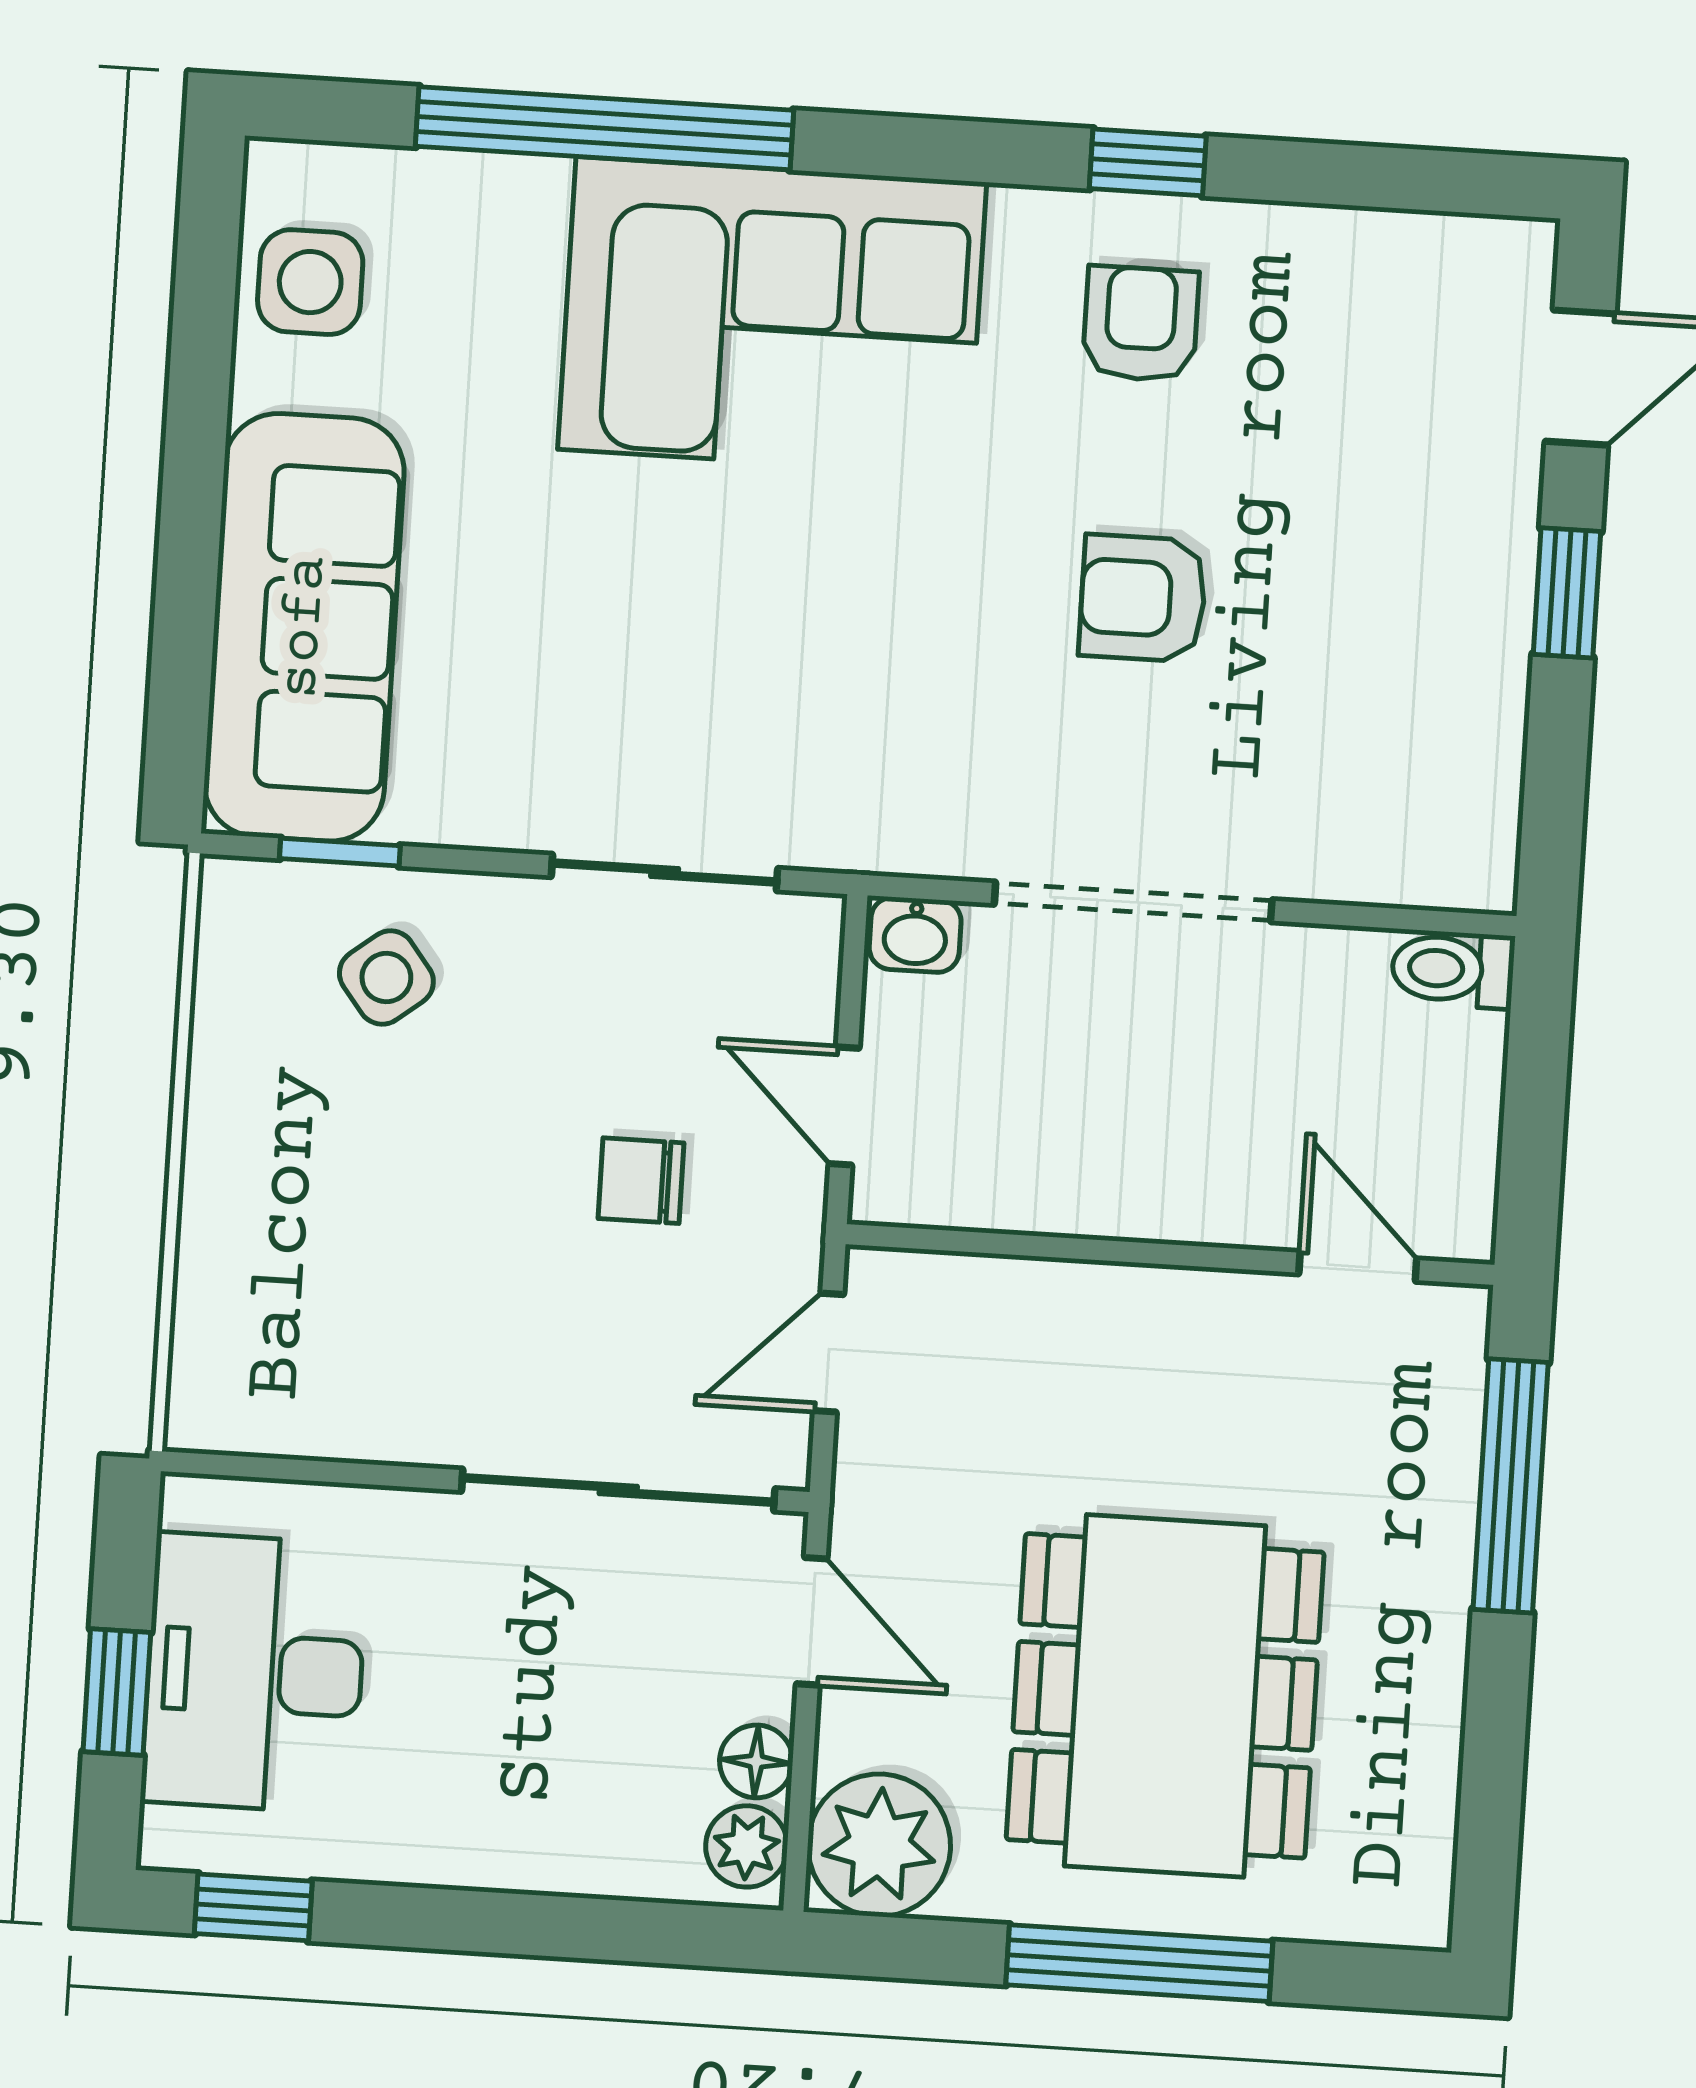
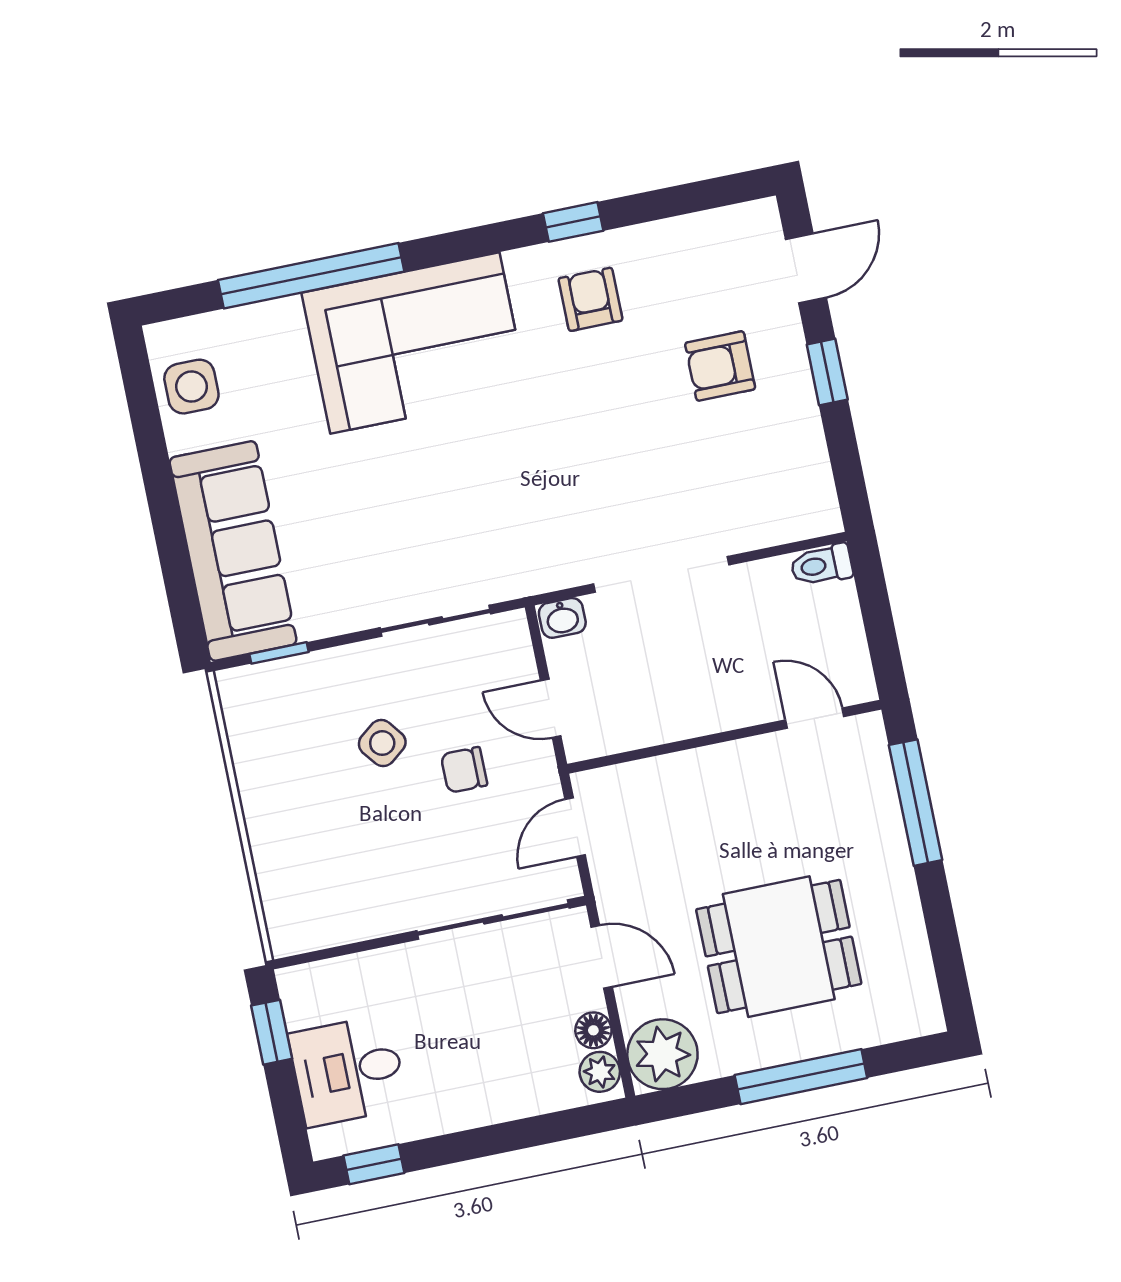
armchair: (1143, 598) -> (720, 366), moved
side table: (386, 978) -> (382, 743), moved
desk: (255, 1673) -> (348, 1071), width x0.73
window: (117, 1692) -> (272, 1032), moved
dining table: (1165, 1696) -> (779, 947), width x0.73

